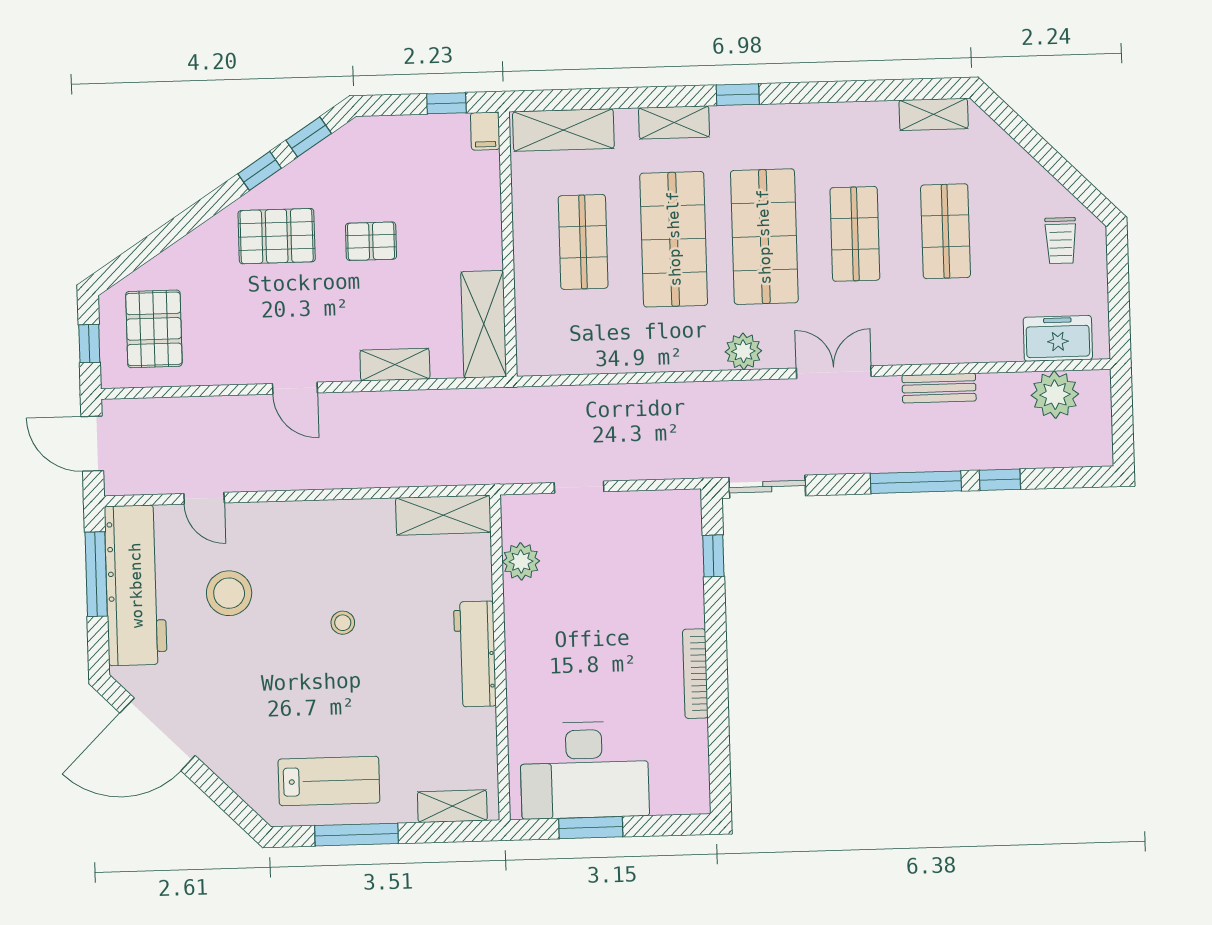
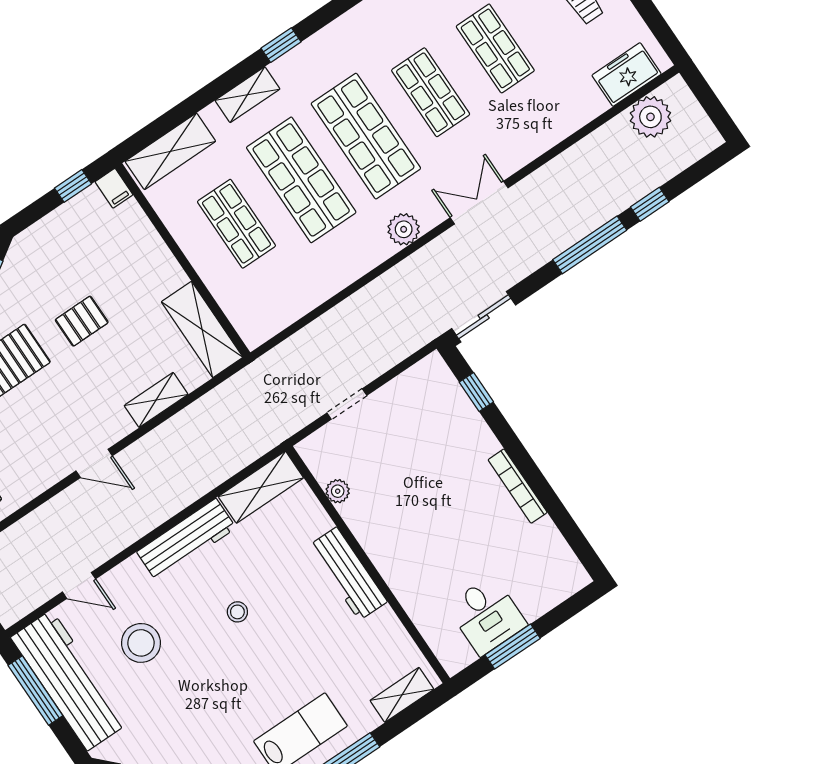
bench: (939, 388) -> (563, 166), removed
workbench: (338, 520) -> (186, 540), added
plant: (521, 561) -> (338, 491), width x0.73, depth x0.73
desk: (584, 770) -> (487, 615), width x0.53, depth x0.77

